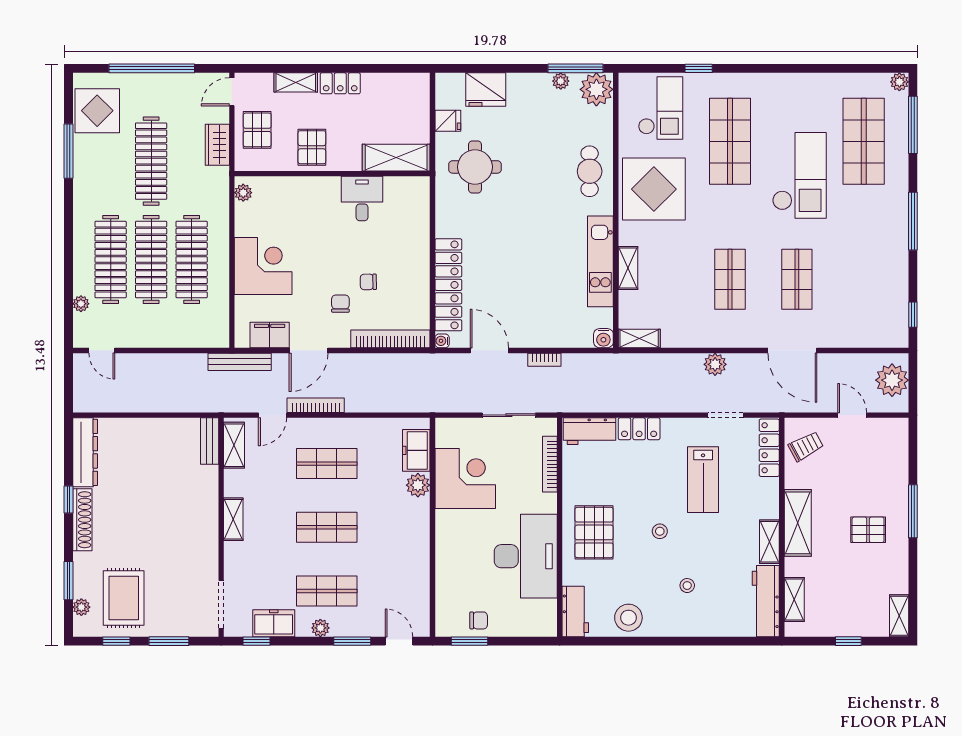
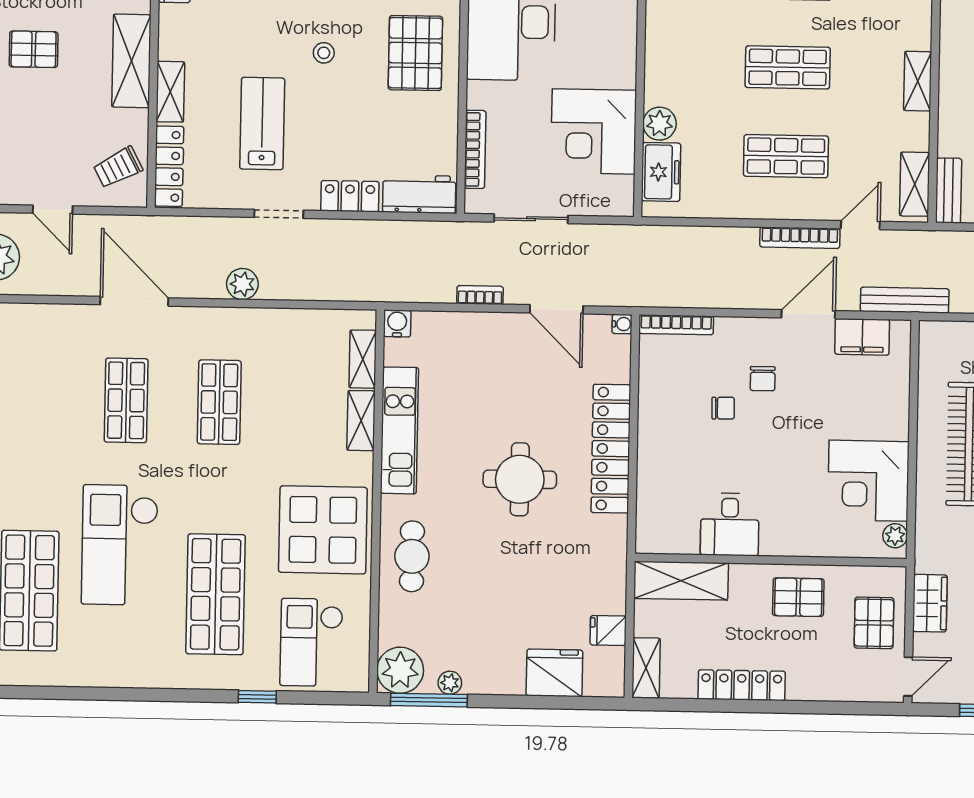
shelving: (296, 82) -> (646, 668), moved, turned 90
locker: (340, 83) -> (742, 685), width x1.53
pallet: (312, 147) -> (798, 597), turned 90
round table: (475, 167) -> (520, 479), moved
corner desk: (263, 266) -> (868, 481), moved
locker: (448, 285) -> (611, 449), moved
shelving: (639, 338) -> (363, 359), moved, turned 90
bookcase: (390, 339) -> (676, 325), width x0.68, depth x0.76
doorway: (726, 415) -> (279, 214), moved
shelving: (769, 542) -> (170, 92), moved

